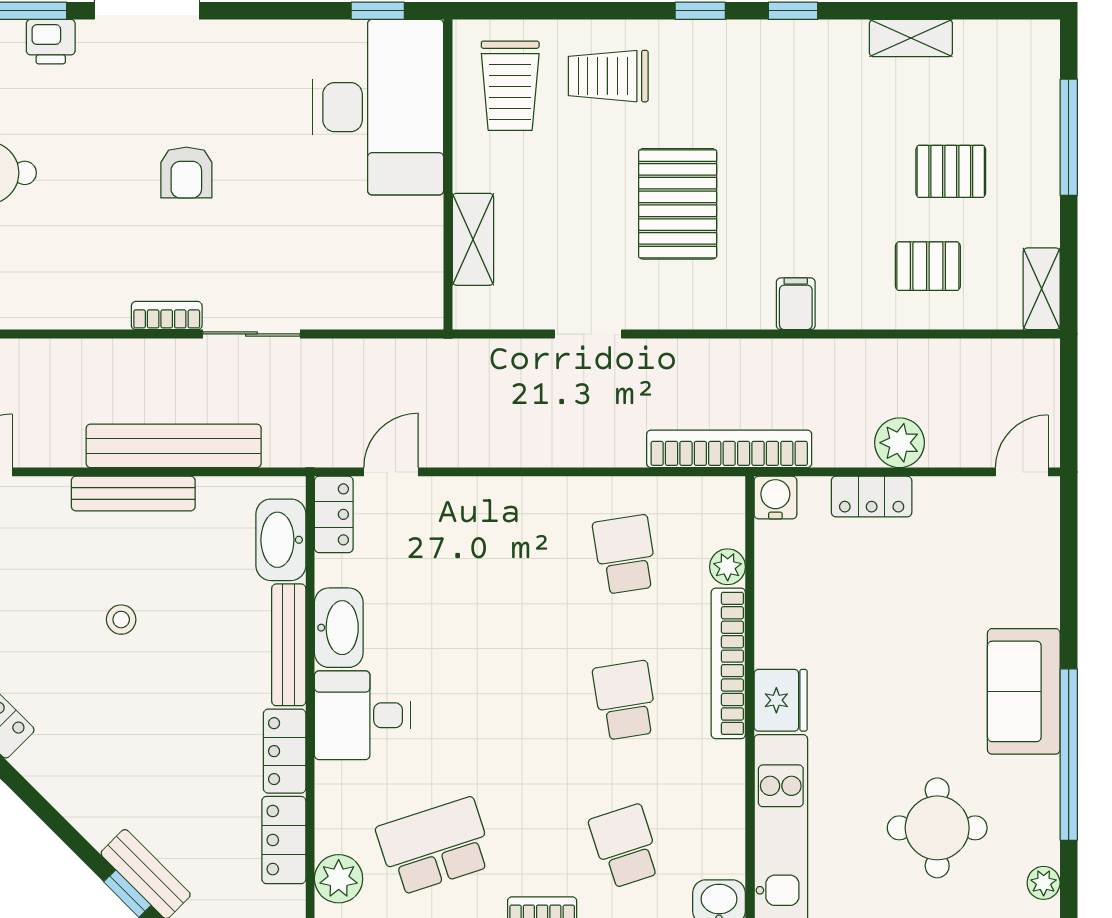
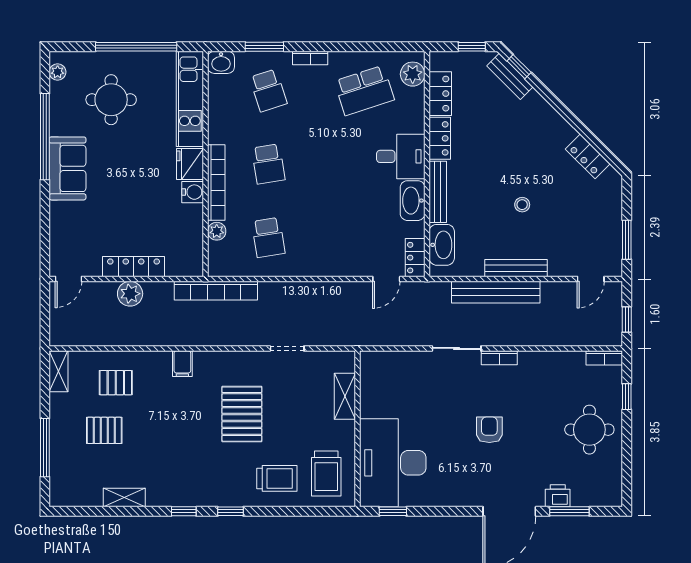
trolley: (510, 86) -> (326, 474), turned 180
locker: (872, 497) -> (133, 267), width x1.53
water cooler: (775, 498) -> (193, 192), moved, turned -90

